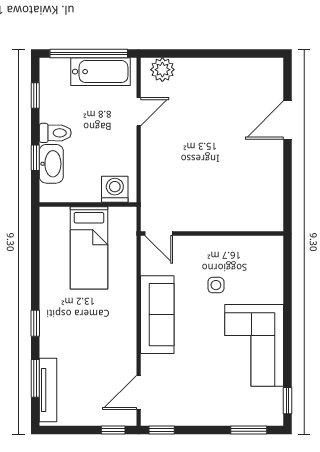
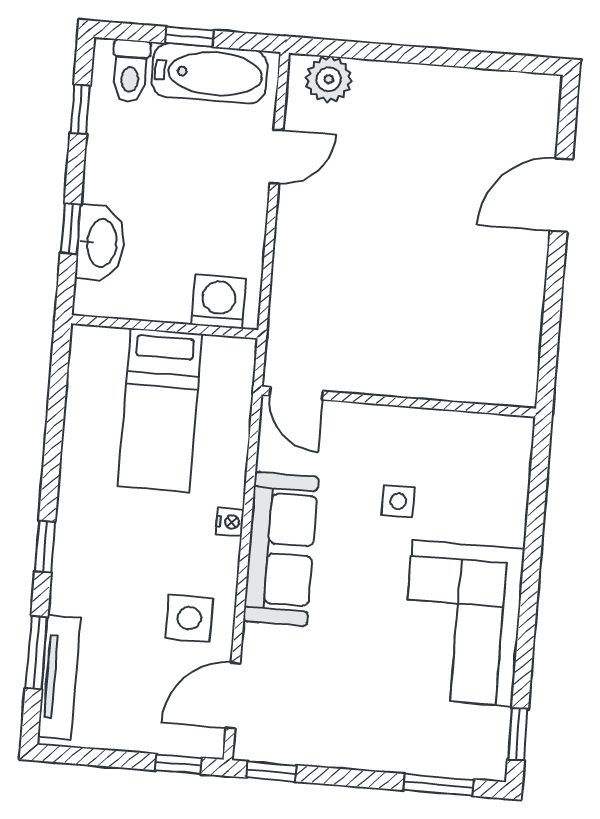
window: (89, 53) -> (190, 37), width x0.32
toilet: (55, 133) -> (130, 71), moved, turned 90
nightstand: (130, 303) -> (230, 522), added
side table: (113, 354) -> (189, 618), added

